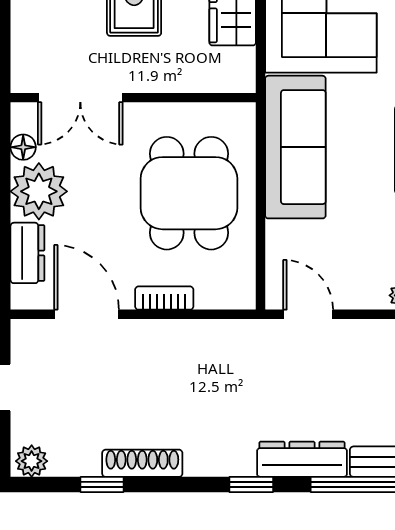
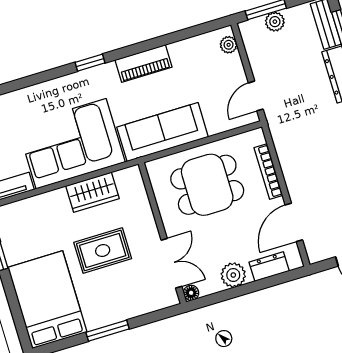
floor lamp: (23, 147) -> (191, 293), moved
plant: (39, 191) -> (233, 275), width x0.73, depth x0.73
bookcase: (164, 298) -> (268, 171), width x1.56

